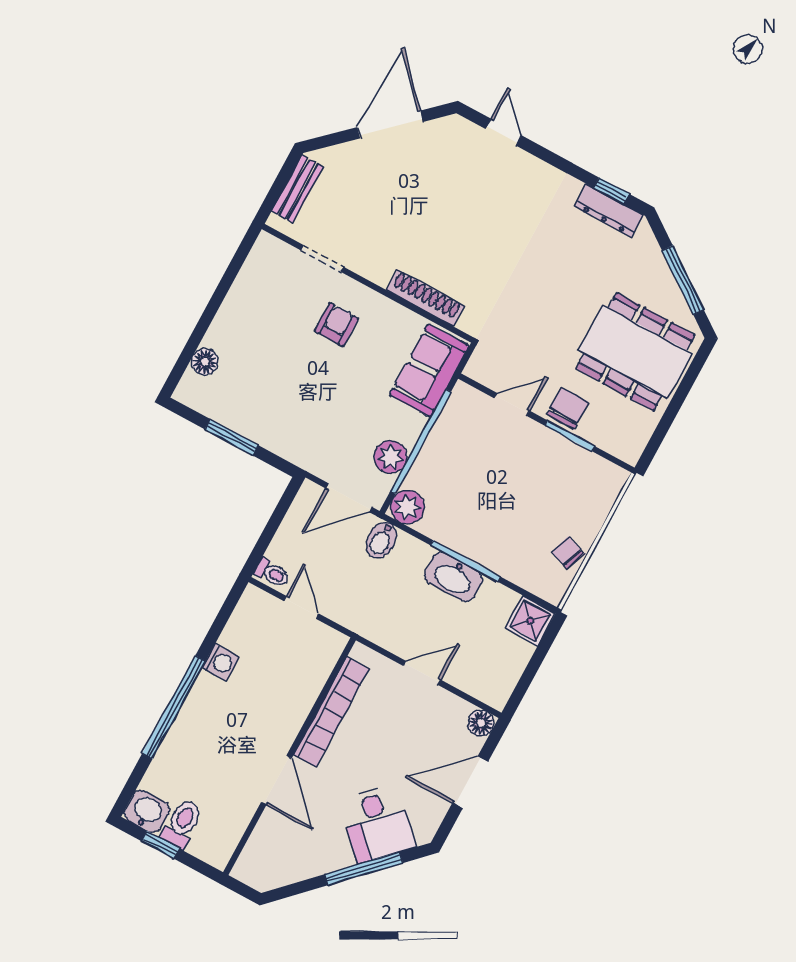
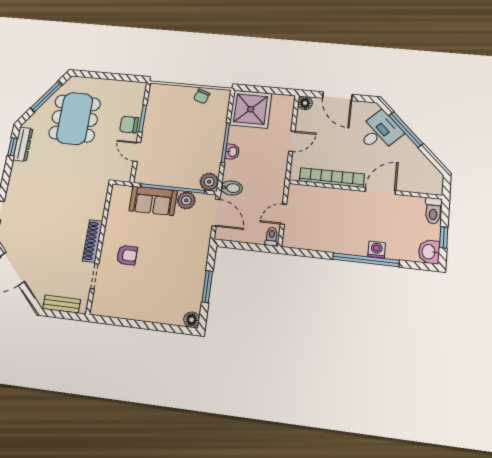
shoe rack: (425, 298) -> (93, 241), moved
armchair: (336, 325) -> (127, 255), turned 180
dining table: (635, 352) -> (75, 118), moved
floor lamp: (205, 362) -> (192, 320), moved
sofa: (429, 370) -> (153, 201), moved
washbasin: (453, 577) -> (232, 152), width x0.52, depth x0.69
shower: (530, 621) -> (251, 109), width x1.86, depth x1.86
washing machine: (221, 662) -> (377, 250), moved
door: (422, 673) -> (292, 141), swing flipped
toilet: (182, 824) -> (433, 211), moved, turned -90

